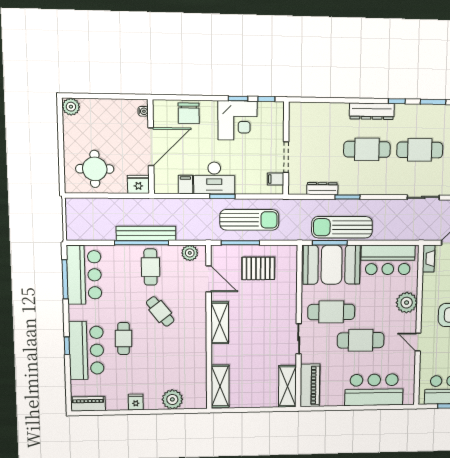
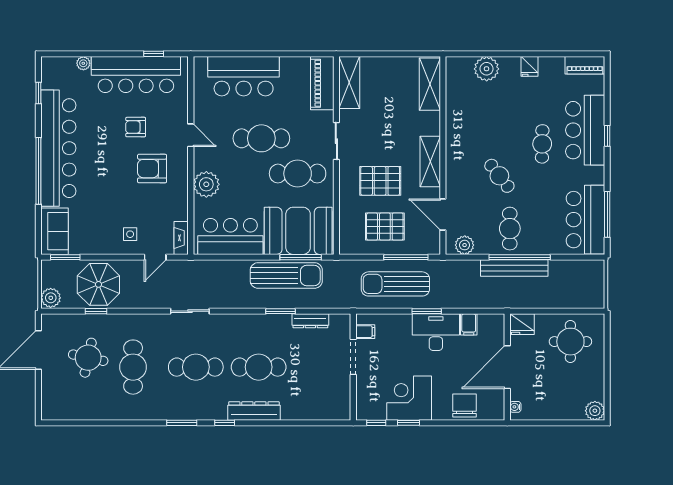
pallet: (262, 306) -> (380, 181), added

